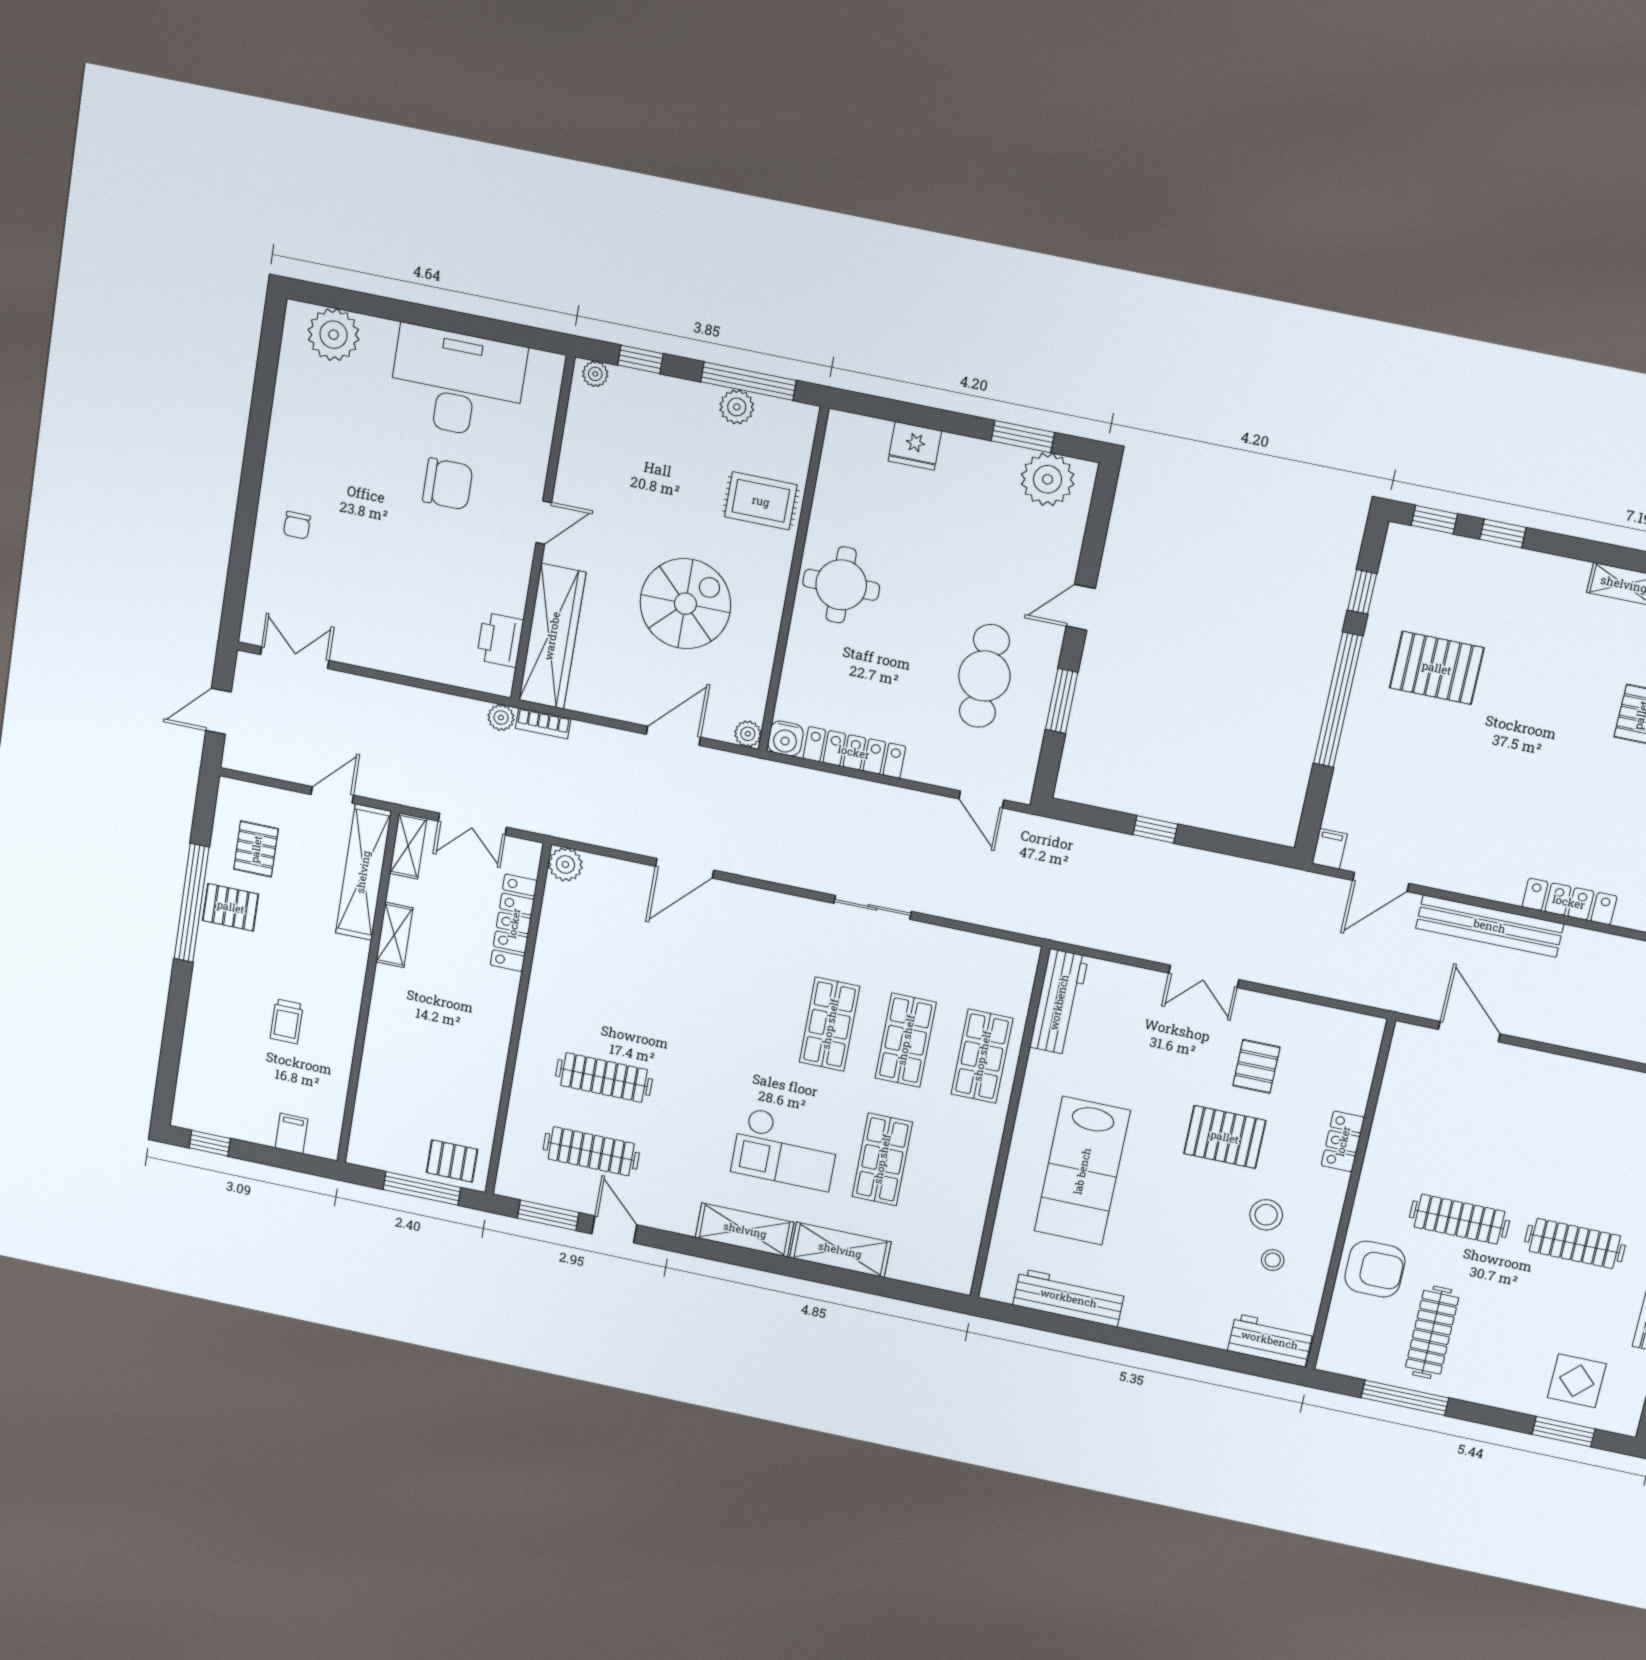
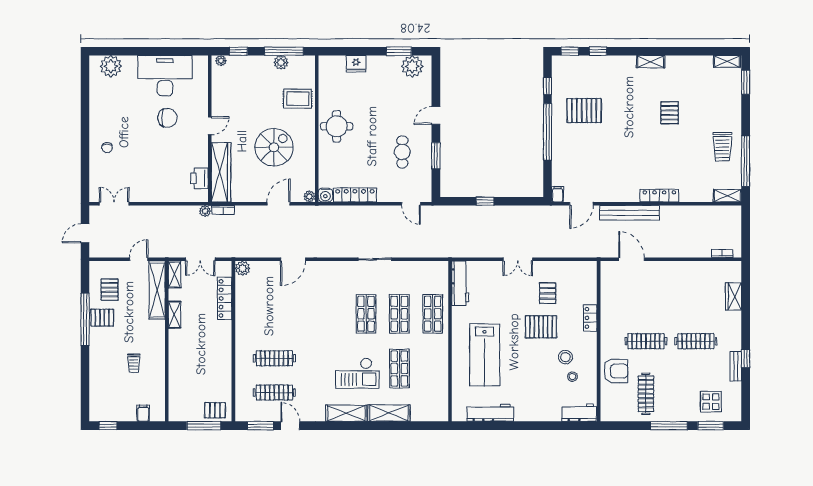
cafe table: (984, 676) -> (402, 152), width x0.73, depth x0.74
window: (1405, 1398) -> (669, 426), moved

